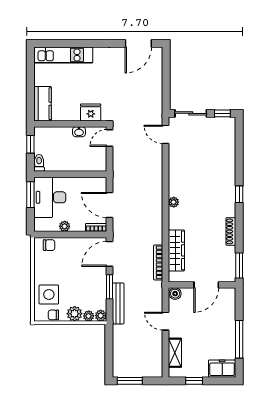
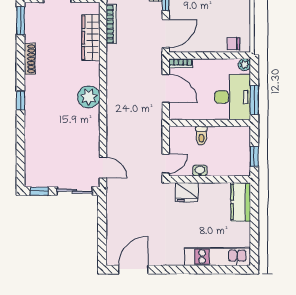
toilet: (39, 163) -> (201, 136), moved
plant: (174, 202) -> (89, 97), width x1.88, depth x1.88
plant: (65, 226) -> (244, 65), moved

